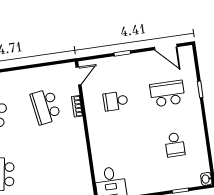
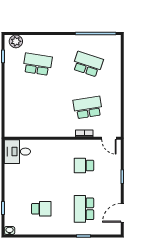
school desk: (167, 94) -> (84, 209), turned 180
school desk: (116, 101) -> (84, 165), turned -90
school desk: (175, 145) -> (41, 209), turned 180

